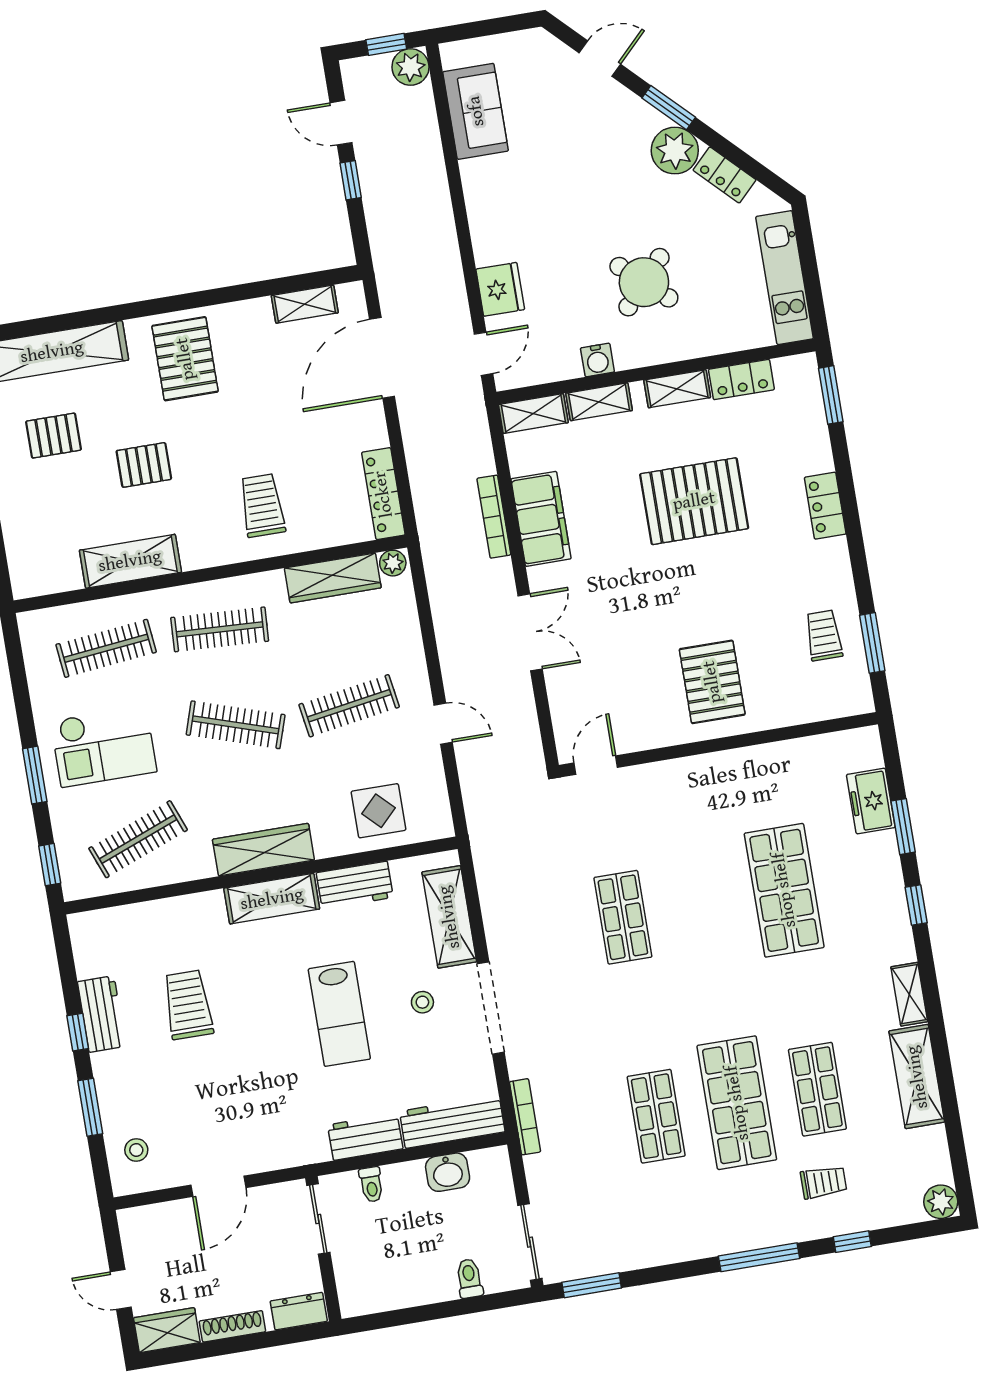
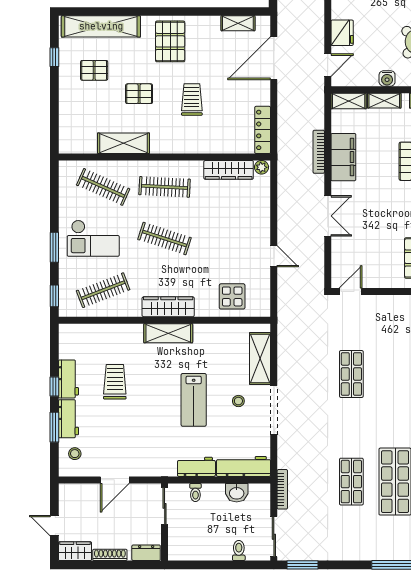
trolley: (262, 505) -> (192, 99), moved
clothes rail: (106, 648) -> (103, 187), turned 30
clothes rail: (349, 706) -> (226, 239), removed
workbench: (355, 885) -> (68, 419), moved, turned -90
bookcase: (525, 1117) -> (282, 489), moved

